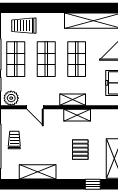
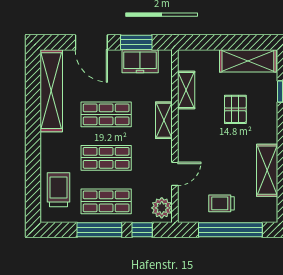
trolley: (24, 26) -> (58, 190), turned 180
shelving: (77, 115) -> (186, 90), moved
pallet: (80, 150) -> (235, 109), turned 90

